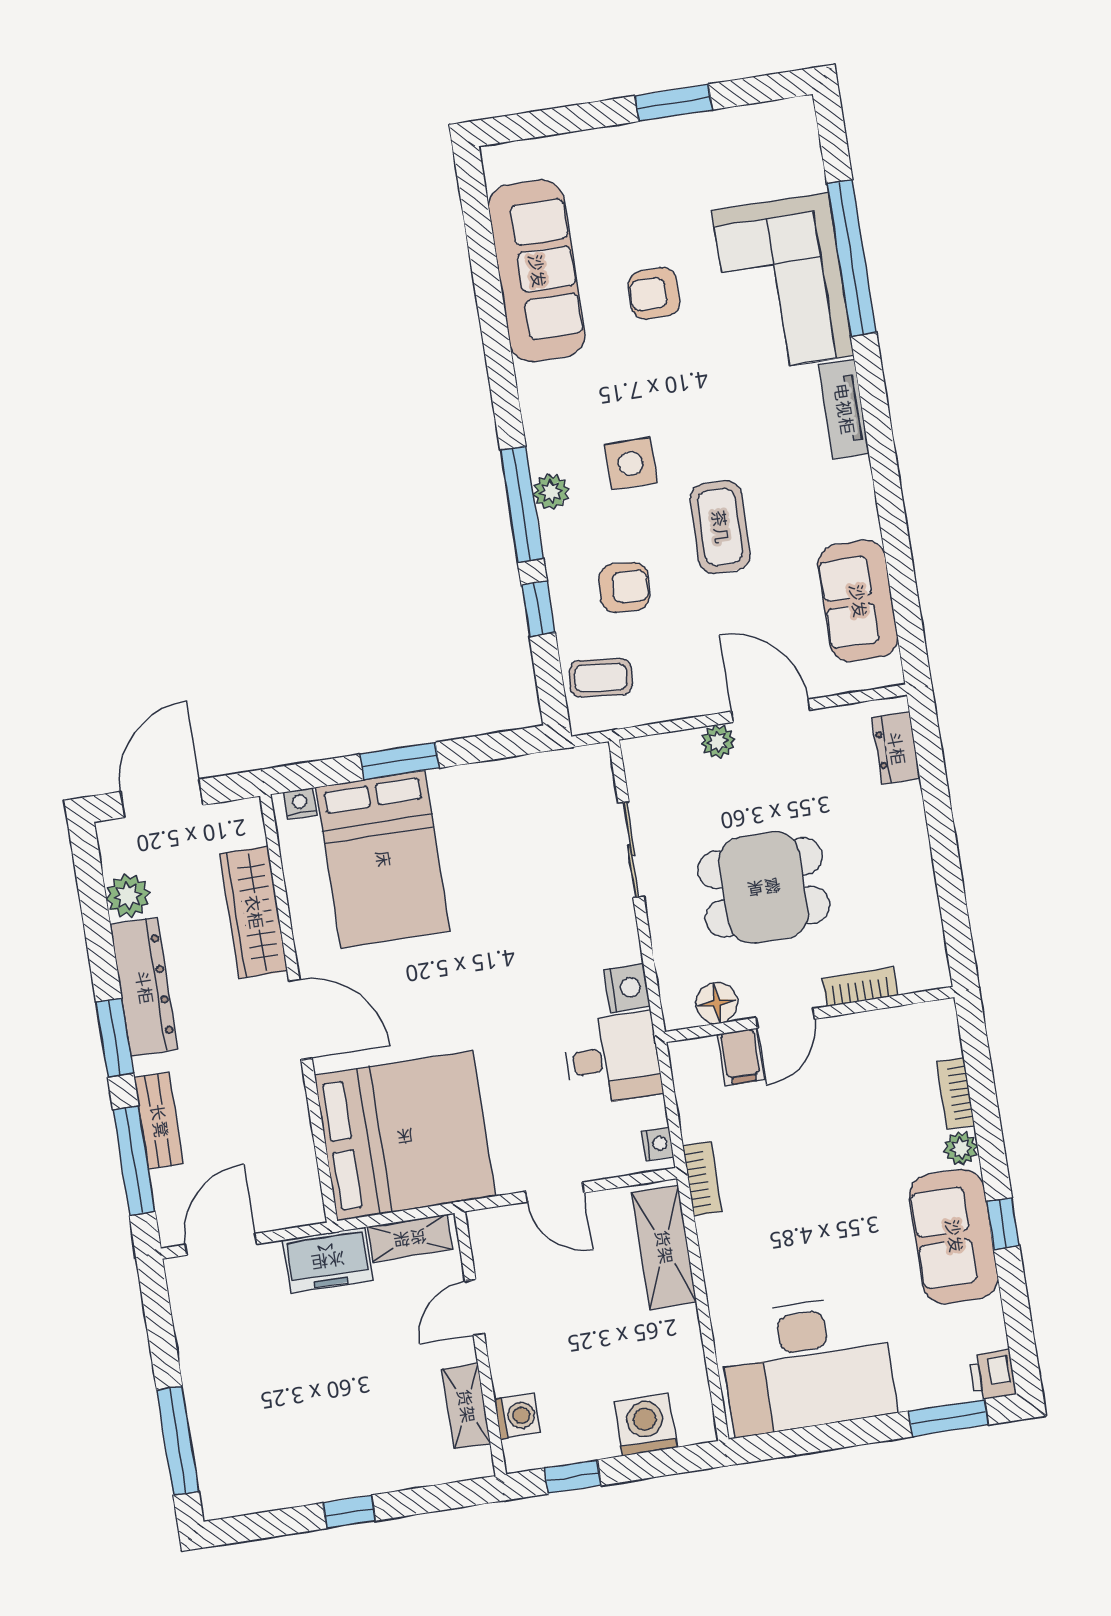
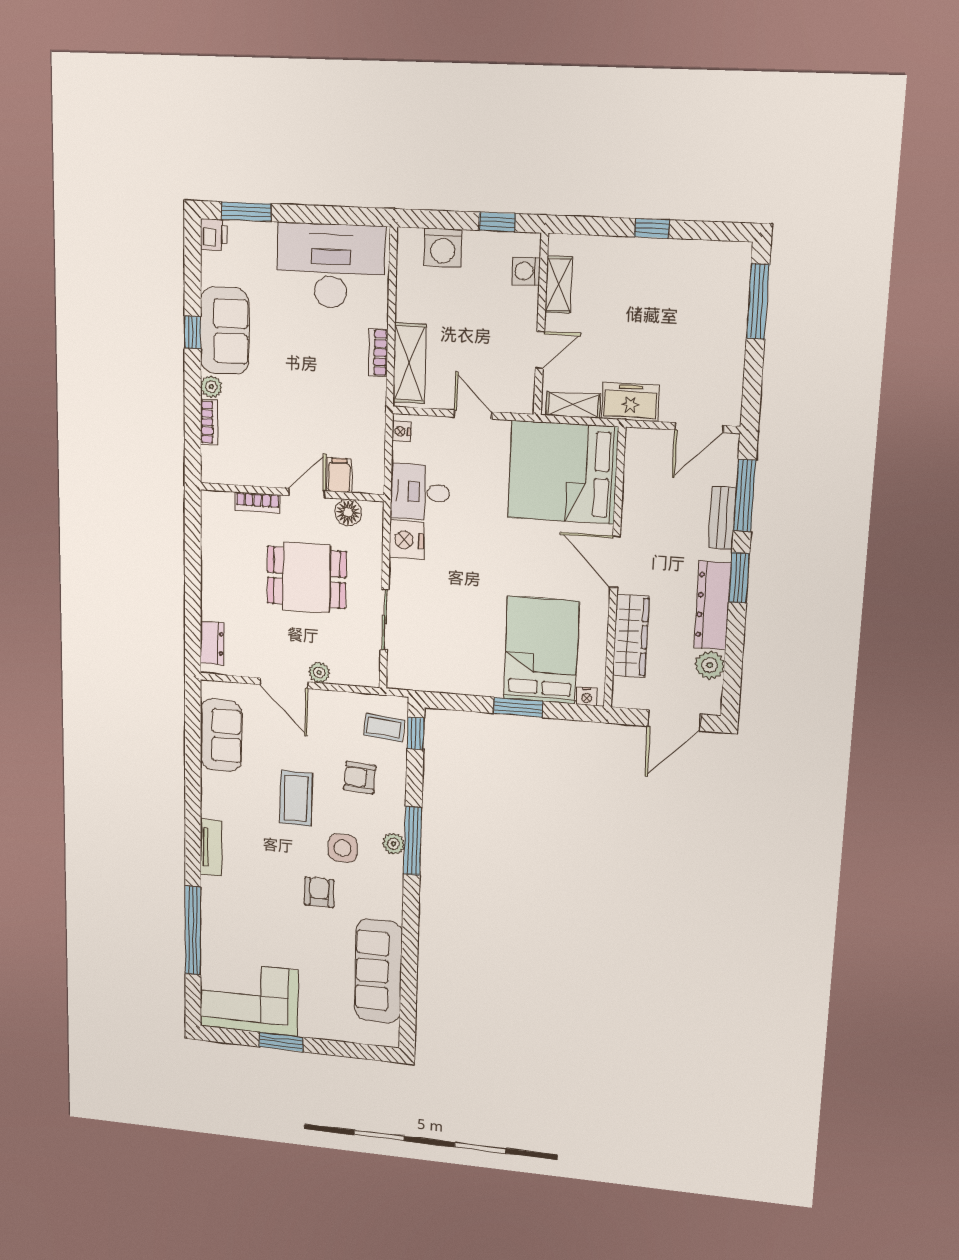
corner sofa: (783, 283) -> (249, 998), moved, turned -90
armchair: (654, 293) -> (319, 892), moved, turned -90
window: (538, 609) -> (416, 733), moved
nightstand: (627, 988) -> (407, 540), width x1.36, depth x1.33
bookcase: (702, 1179) -> (378, 353), moved

